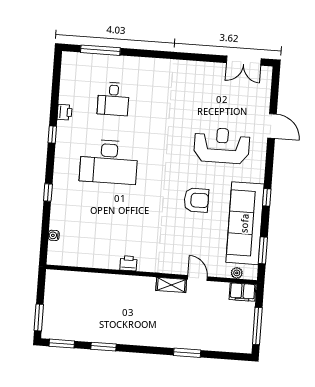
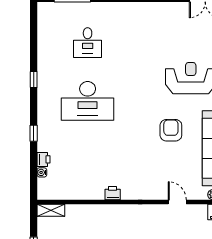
printer: (65, 112) -> (43, 159), moved
armchair: (196, 200) -> (171, 130), turned -90
shelving: (171, 285) -> (51, 210), moved

